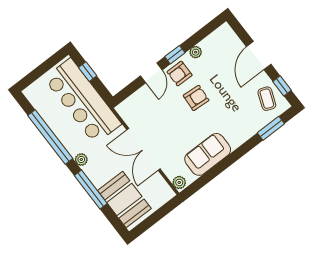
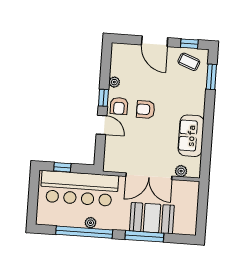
armchair: (196, 98) -> (146, 109), turned -94
plant: (81, 159) -> (90, 223), moved
plant: (179, 182) -> (181, 171), moved
booth: (124, 199) -> (152, 218), moved

